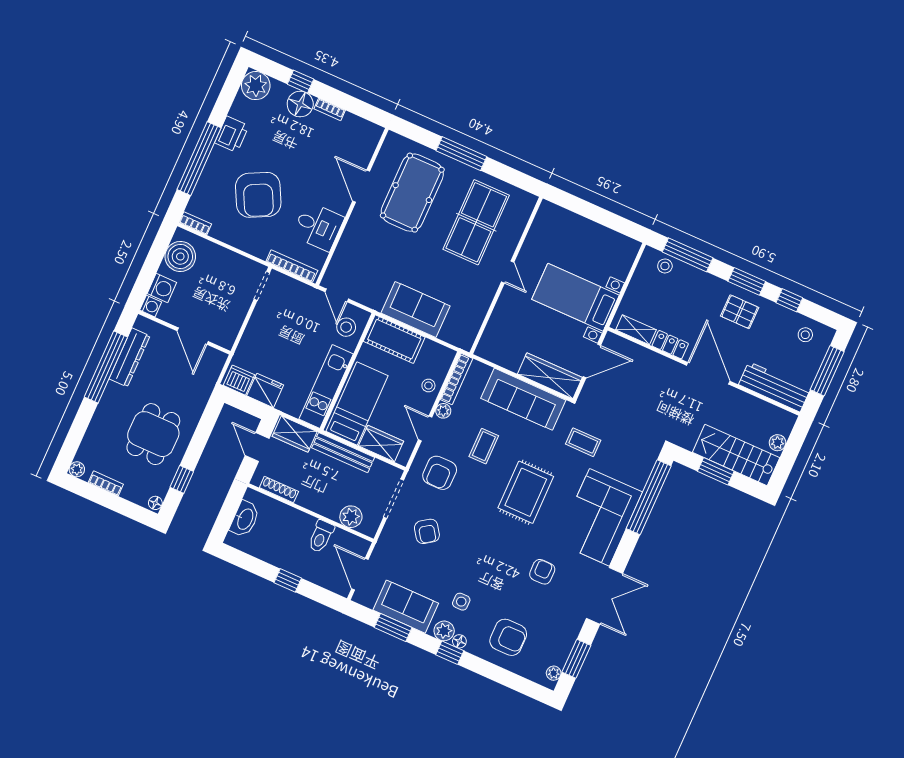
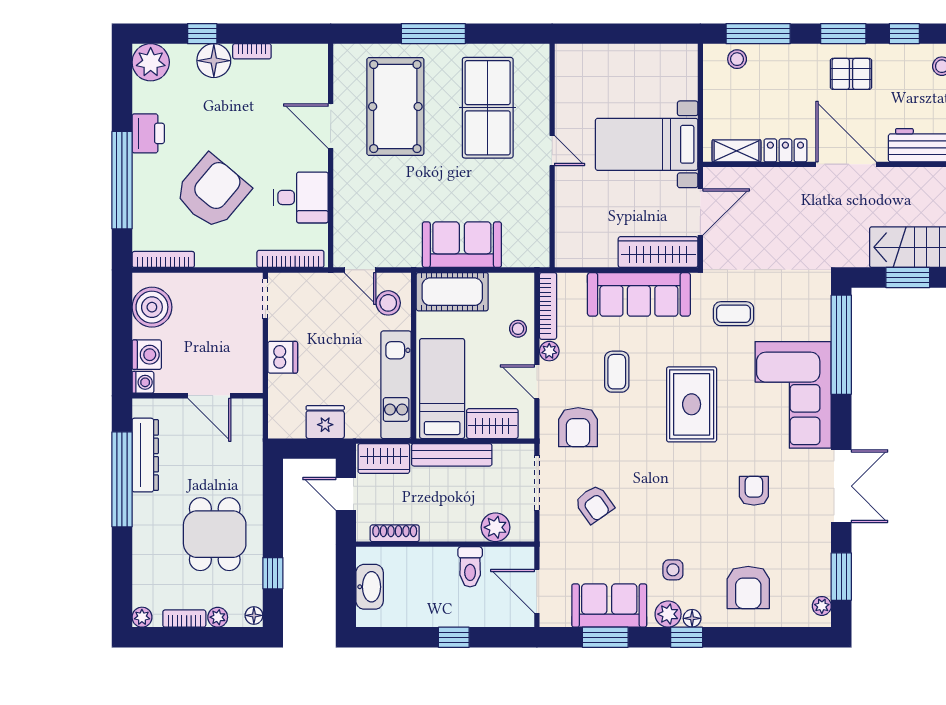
armchair: (258, 195) -> (212, 192), turned -113
bookcase: (195, 223) -> (163, 259), width x1.56
dishwasher: (239, 380) -> (283, 357), moved, turned 90
plant: (130, 493) -> (218, 617), added
armchair: (508, 637) -> (748, 587), turned 90

